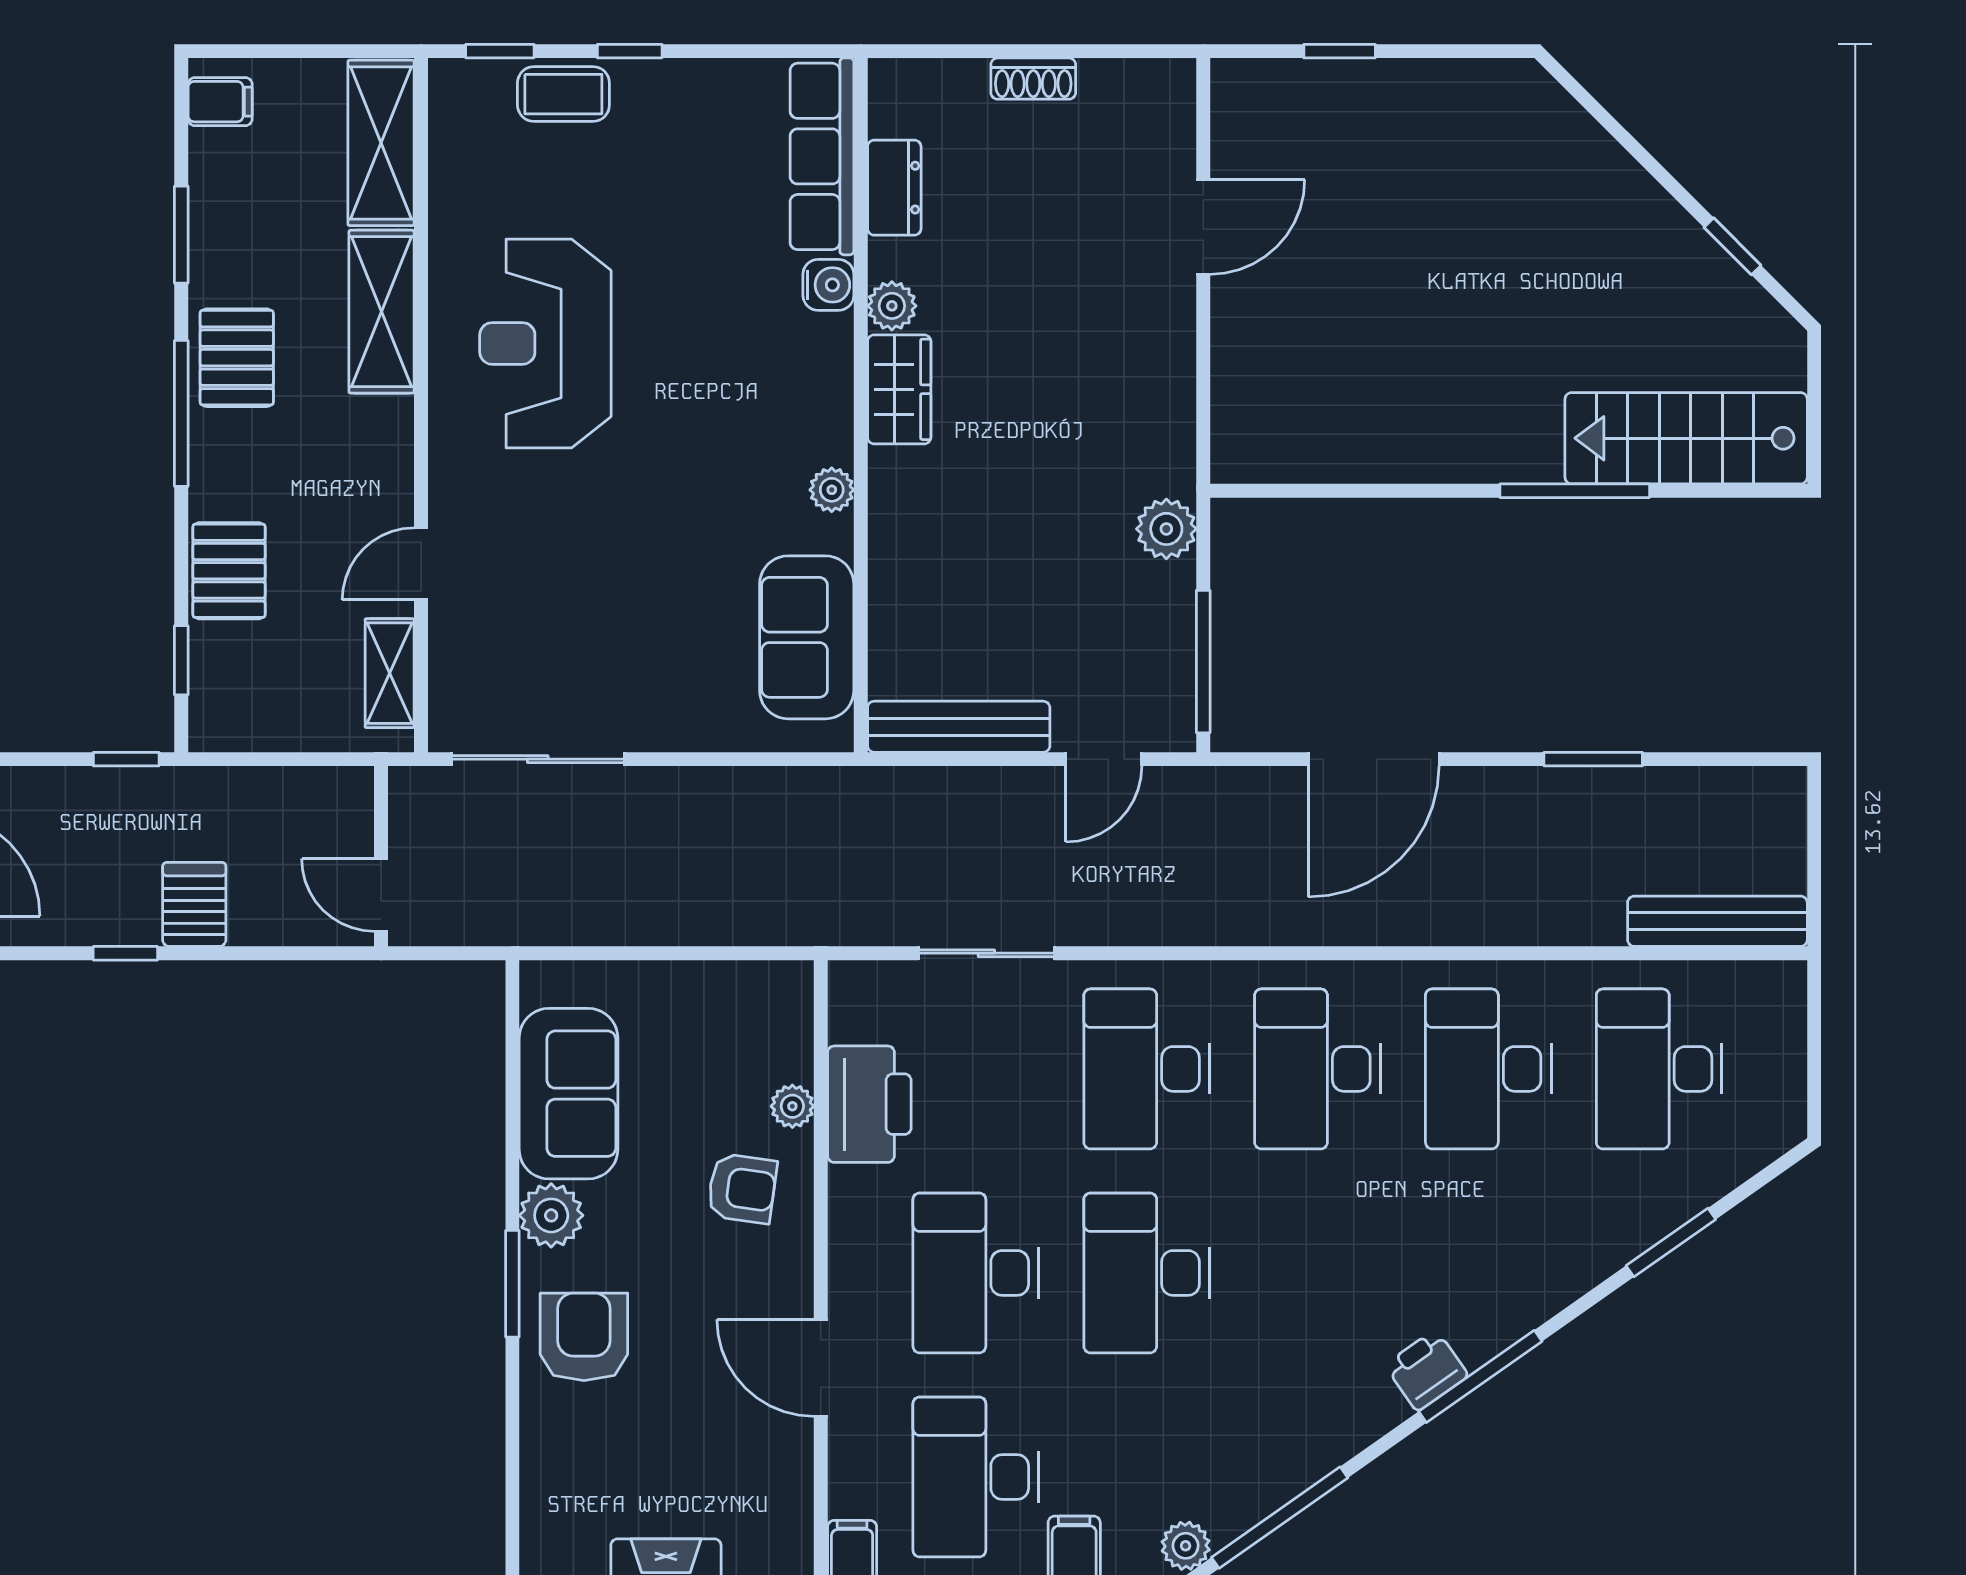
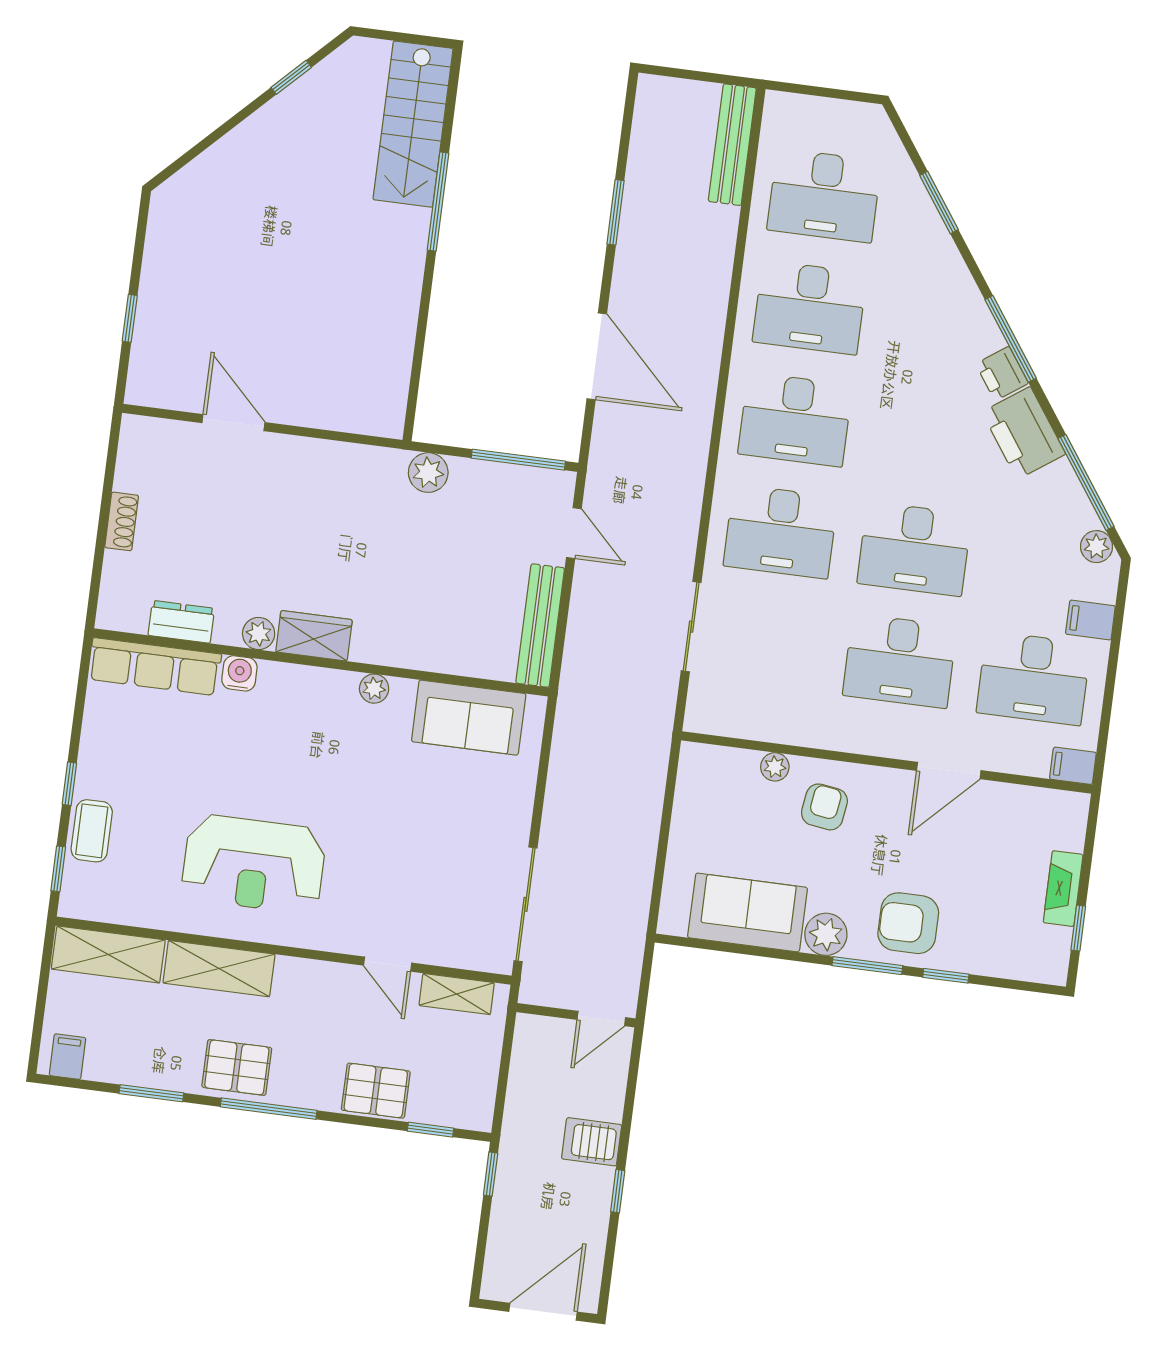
printer: (869, 1104) -> (1024, 433), moved, turned -125
window: (512, 1403) -> (946, 976), added

